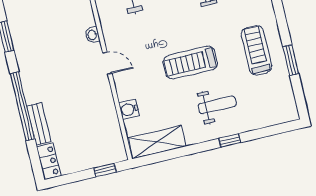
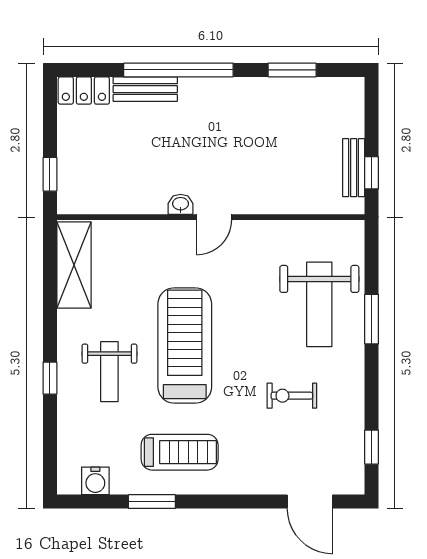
washbasin: (92, 35) -> (181, 204), moved
treadmill: (190, 63) -> (185, 345), width x1.37, depth x1.38
water cooler: (129, 109) -> (95, 481), moved, turned 180

